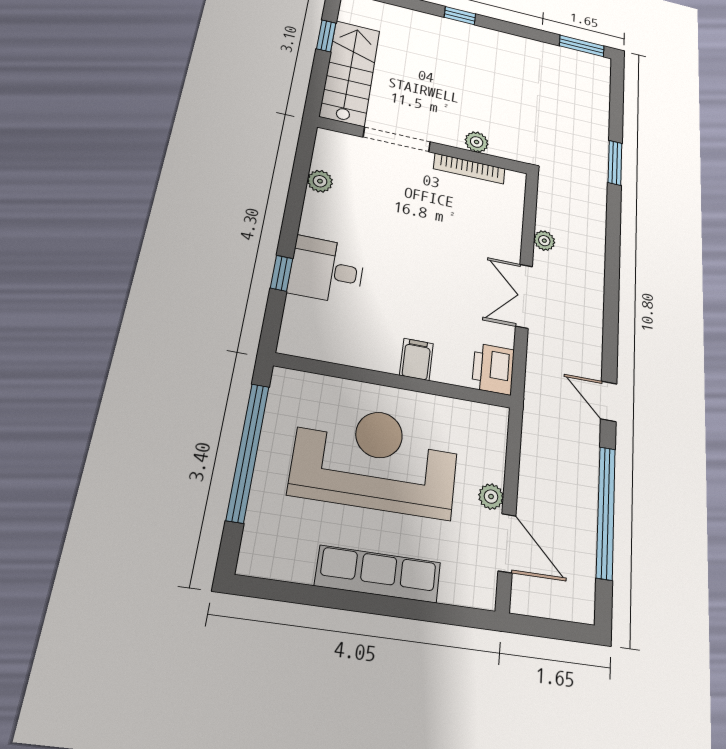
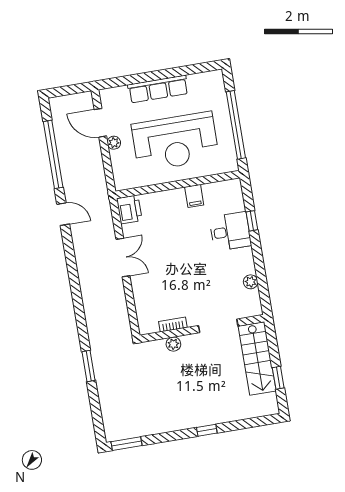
bookcase: (469, 169) -> (173, 325), width x0.64
plant: (544, 241) -> (119, 296), removed
filing cabinet: (416, 359) -> (194, 196), moved

